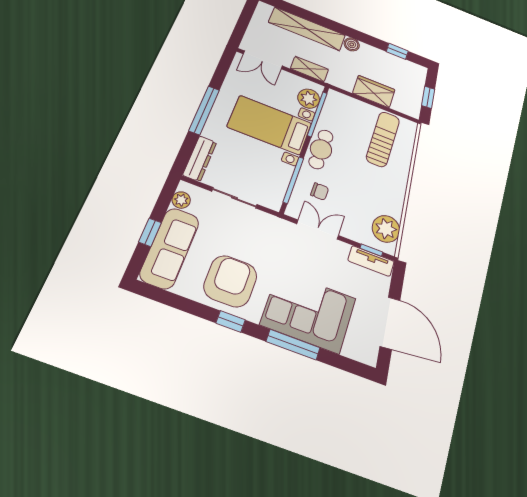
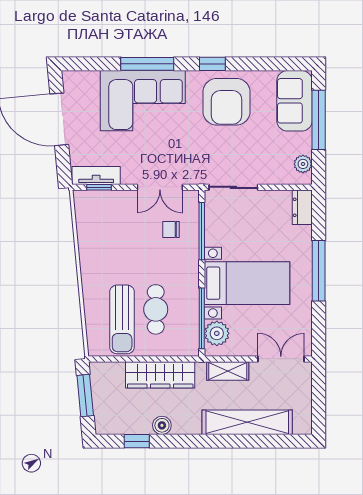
boiler: (352, 44) -> (162, 425), moved
wardrobe: (374, 91) -> (160, 375), width x1.50
window: (428, 97) -> (85, 395), width x1.50
cafe table: (321, 149) -> (156, 309), moved
dresser: (200, 159) -> (302, 207), width x0.70
sliding door: (234, 198) -> (233, 187), moved
plant: (386, 229) -> (90, 216), removed
window: (150, 232) -> (319, 120), width x2.17
sofa: (170, 248) -> (295, 101), width x0.73

